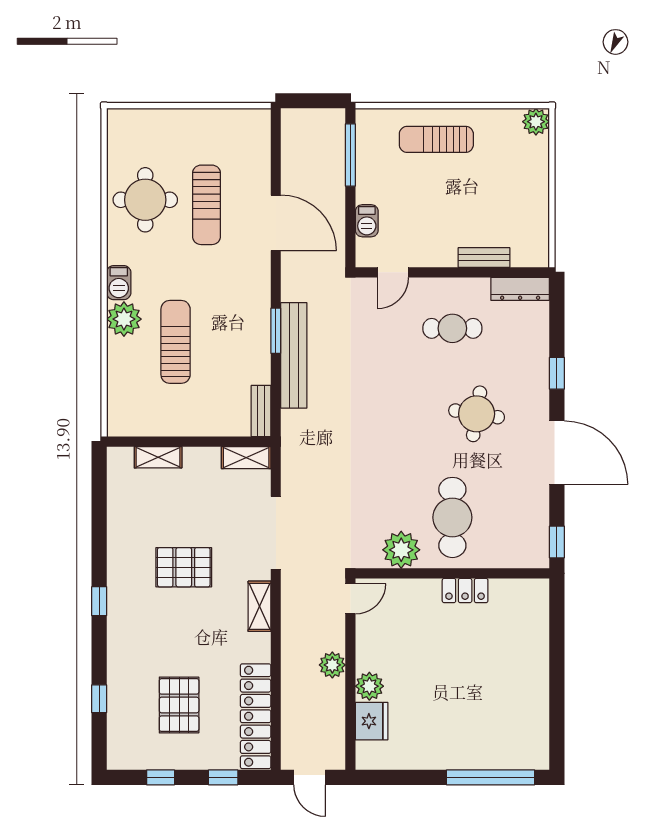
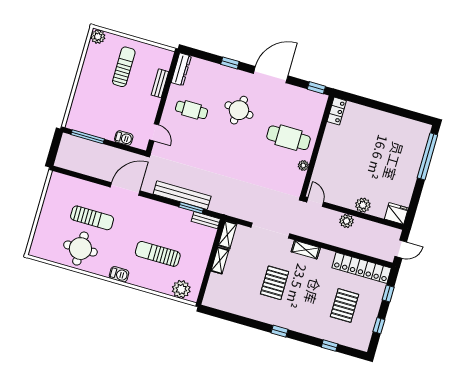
sun lounger: (436, 139) -> (124, 67), moved, turned 180
door: (276, 223) -> (125, 189), moved
plant: (124, 319) -> (181, 289), moved
cafe table: (452, 328) -> (192, 110), turned 90
window: (276, 331) -> (191, 208), moved
shelving: (158, 457) -> (220, 260), moved
plant: (401, 550) -> (303, 166), width x0.53, depth x0.53
locker: (465, 591) -> (337, 111), moved
pallet: (179, 705) -> (344, 305), turned 90
fridge: (372, 721) -> (396, 214), moved

